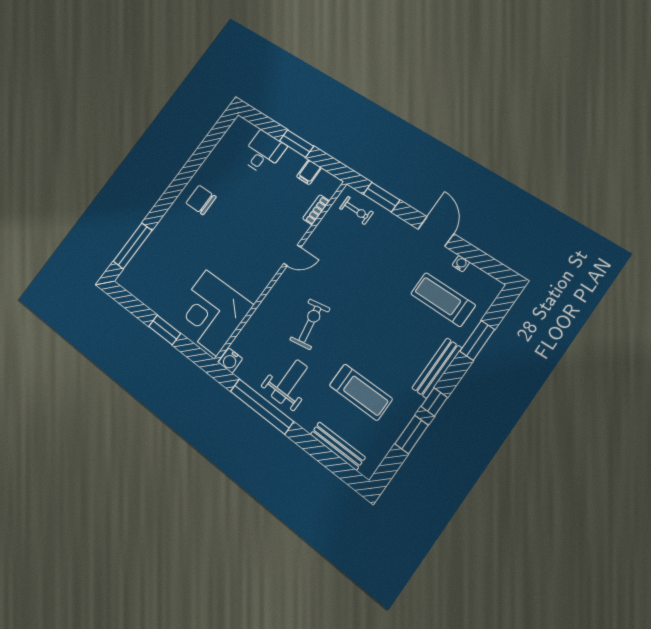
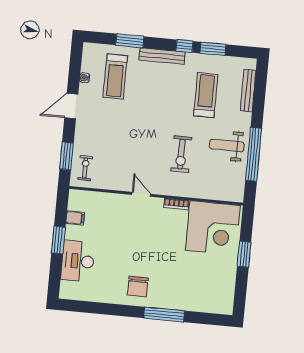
desk: (263, 152) -> (78, 261), width x1.37
bookcase: (316, 210) -> (176, 204), moved
window: (132, 246) -> (164, 314), moved
exercise bike: (310, 324) -> (181, 154), turned -80
water cooler: (230, 361) -> (237, 194), removed

